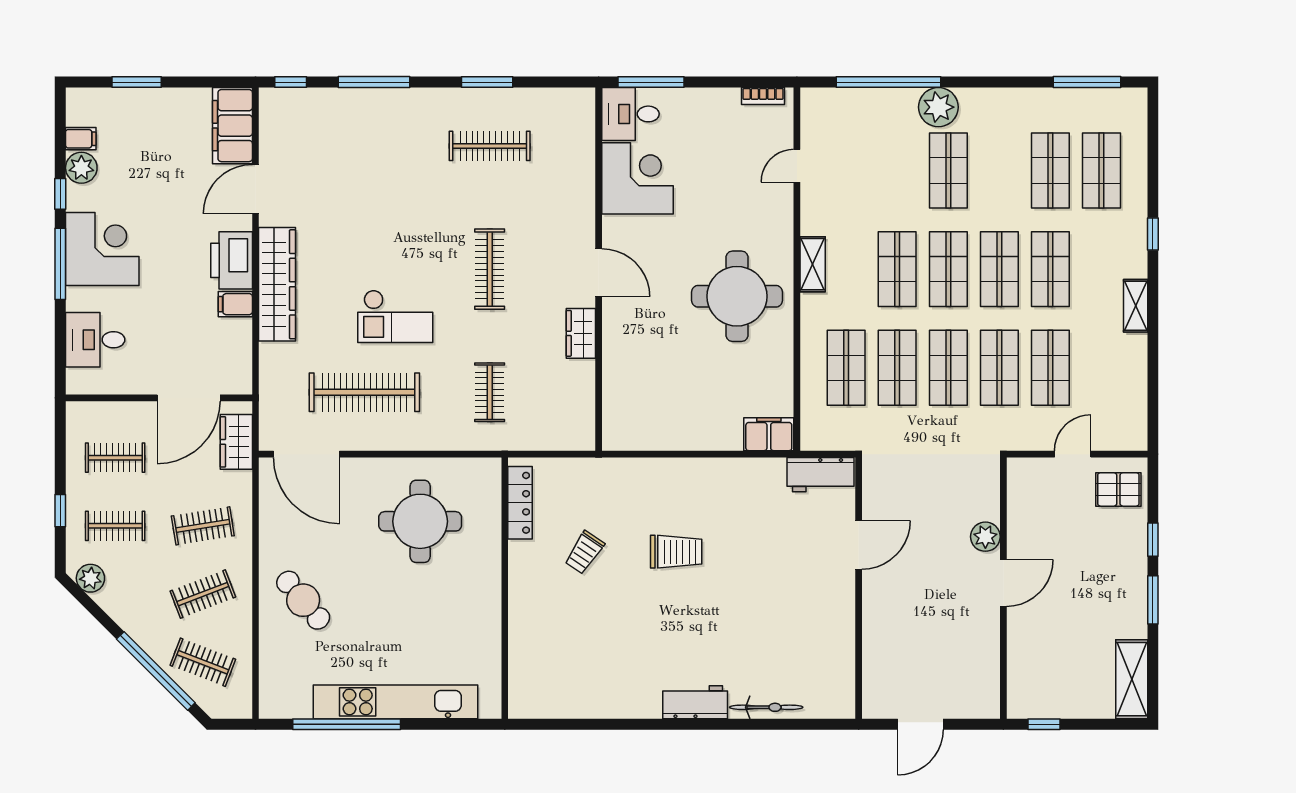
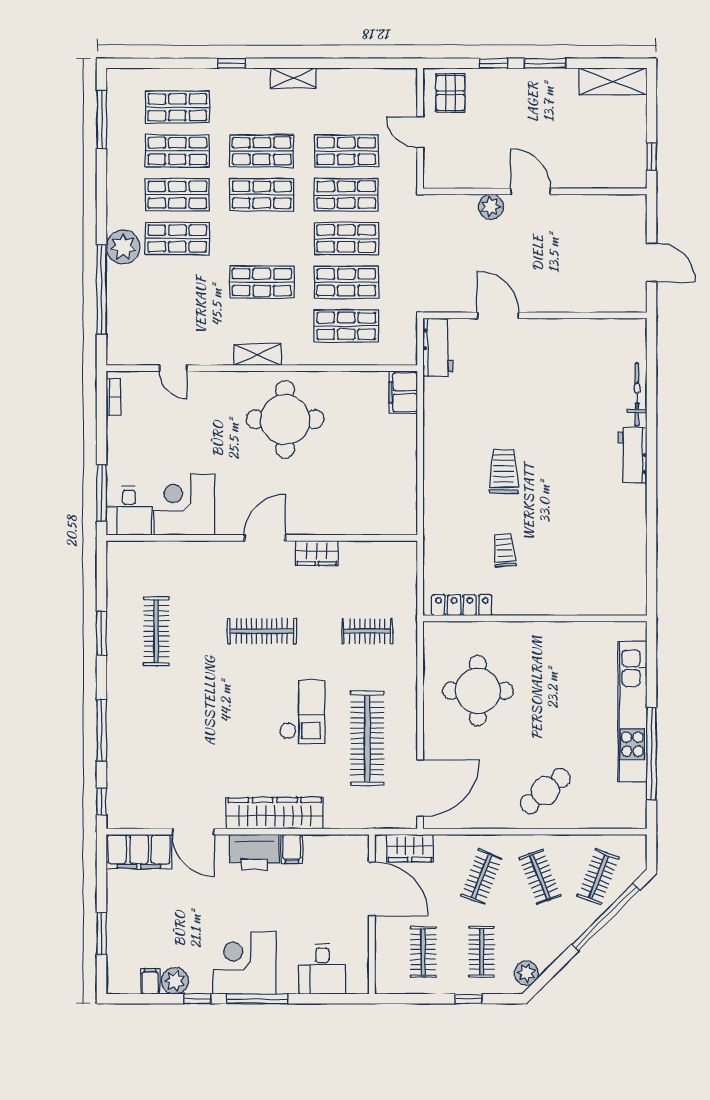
shop shelf: (948, 269) -> (177, 195), moved
clothes rail: (203, 526) -> (482, 877), turned 30
trolley: (584, 552) -> (504, 550), turned -129

